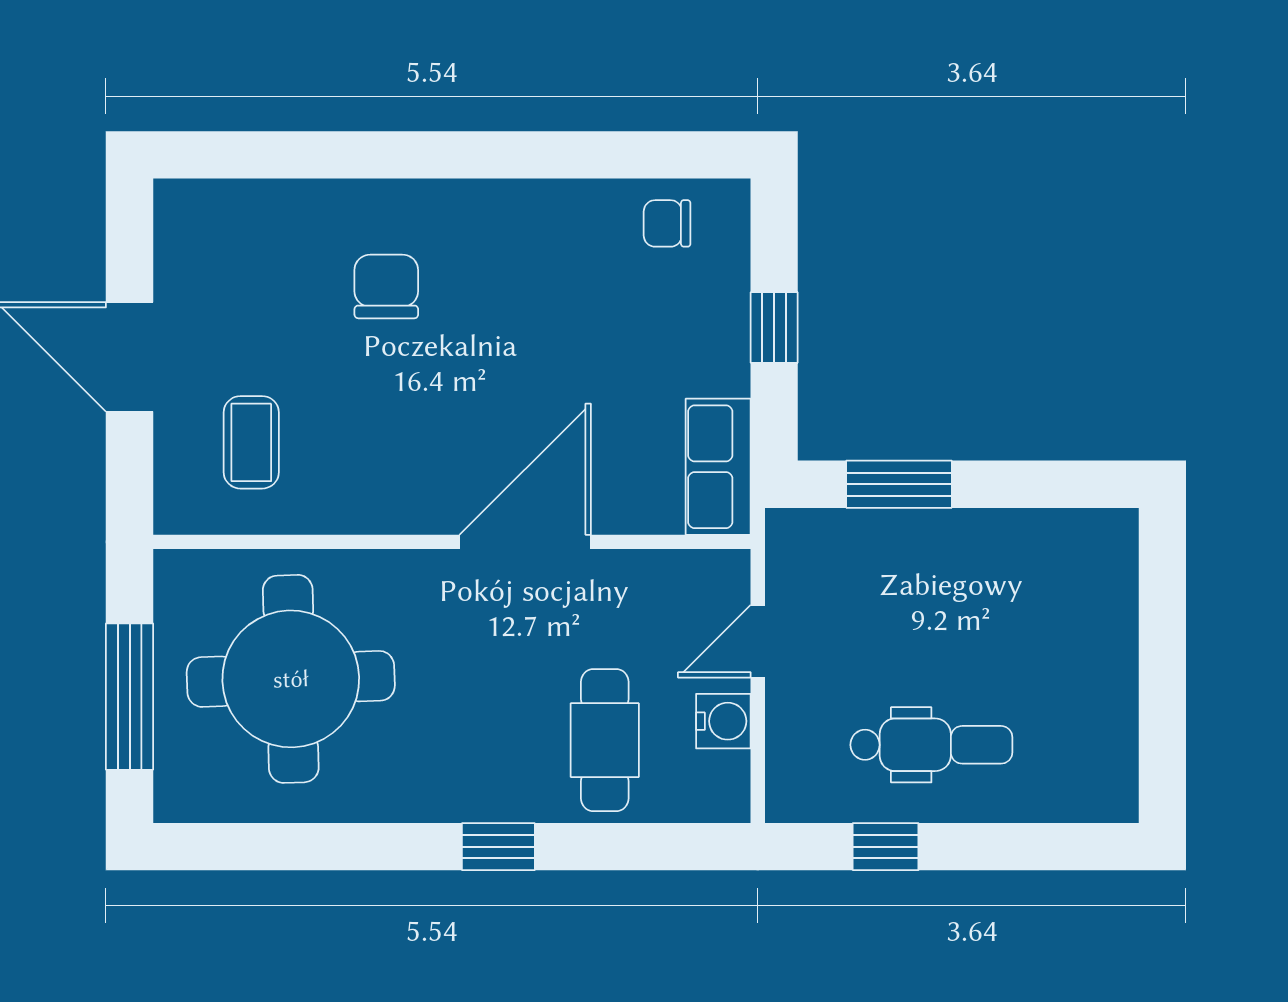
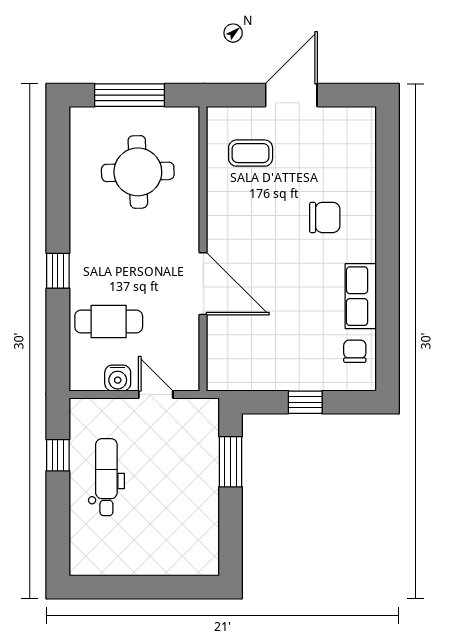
row of seats: (718, 467) -> (361, 296), moved, turned -90
round table: (291, 679) -> (138, 172), width x0.73, depth x0.73
dental chair: (931, 745) -> (106, 477), turned 180

